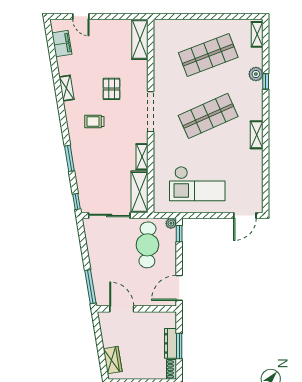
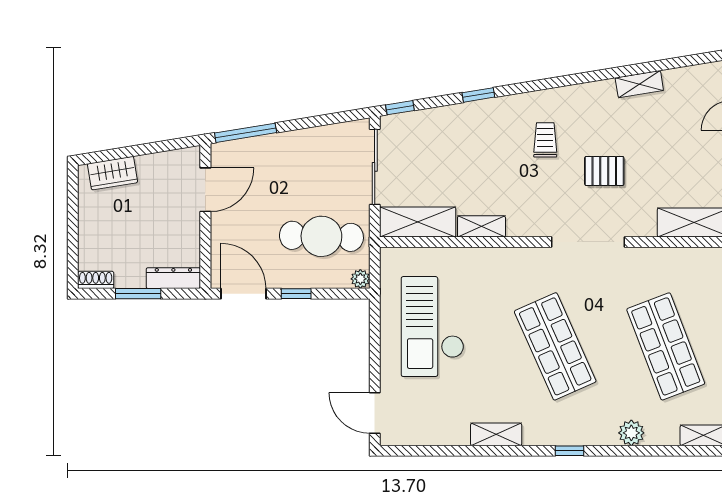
filing cabinet: (62, 44) -> (686, 81), removed
window: (266, 81) -> (569, 451), moved
shelving: (67, 88) -> (639, 84), moved
doorway: (151, 112) -> (588, 242), moved
shelving: (257, 135) -> (496, 434), moved
window: (69, 158) -> (478, 95), width x0.67
window: (179, 234) -> (296, 294), moved
dresser: (171, 343) -> (173, 278), moved

